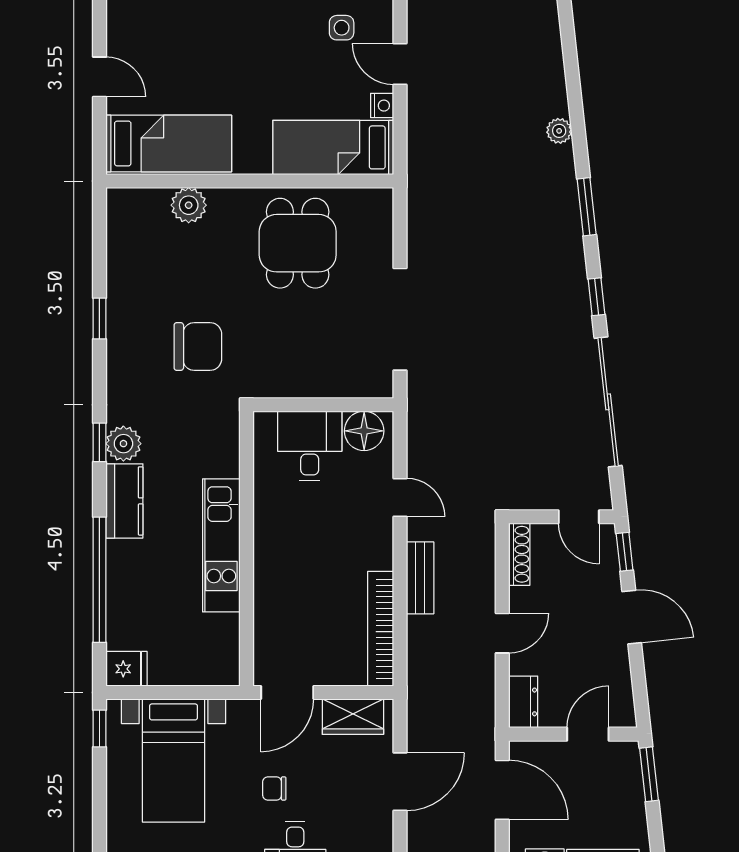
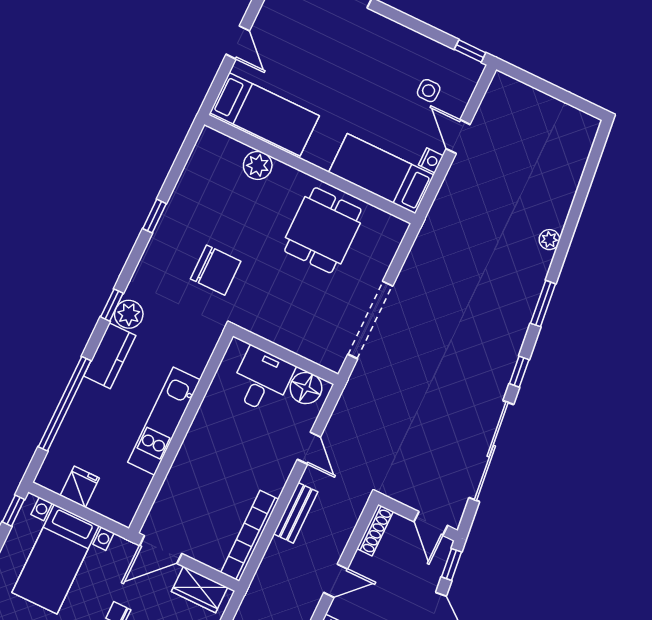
fridge: (126, 669) -> (80, 487), moved, turned -90

